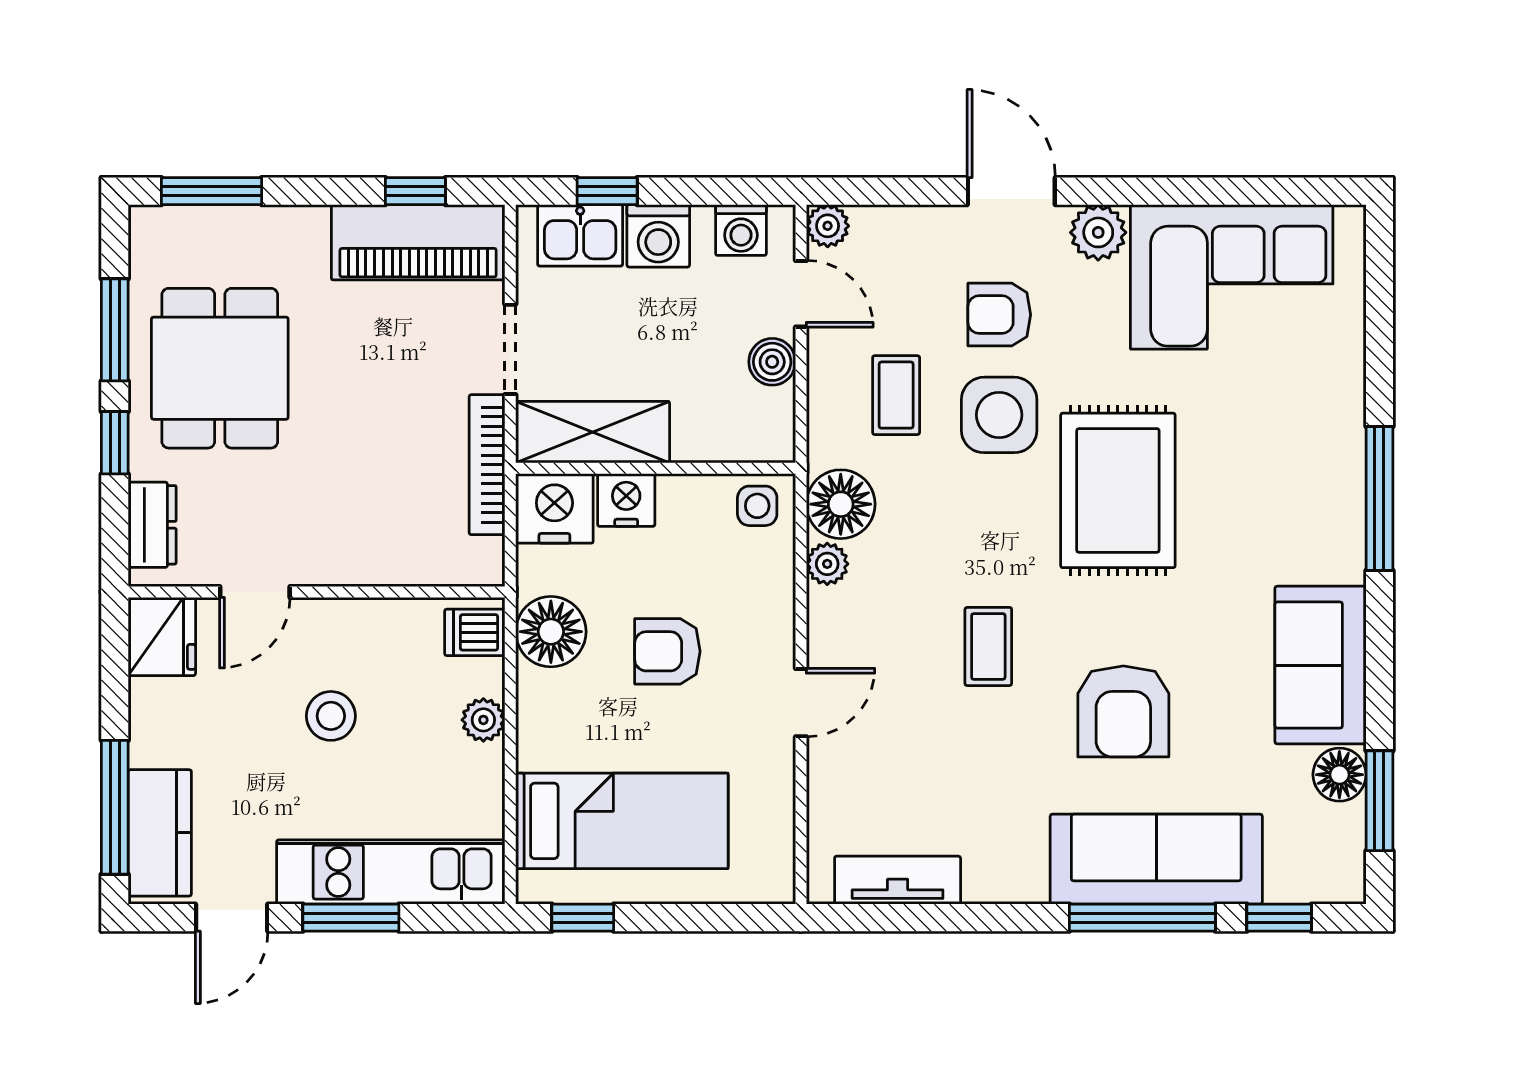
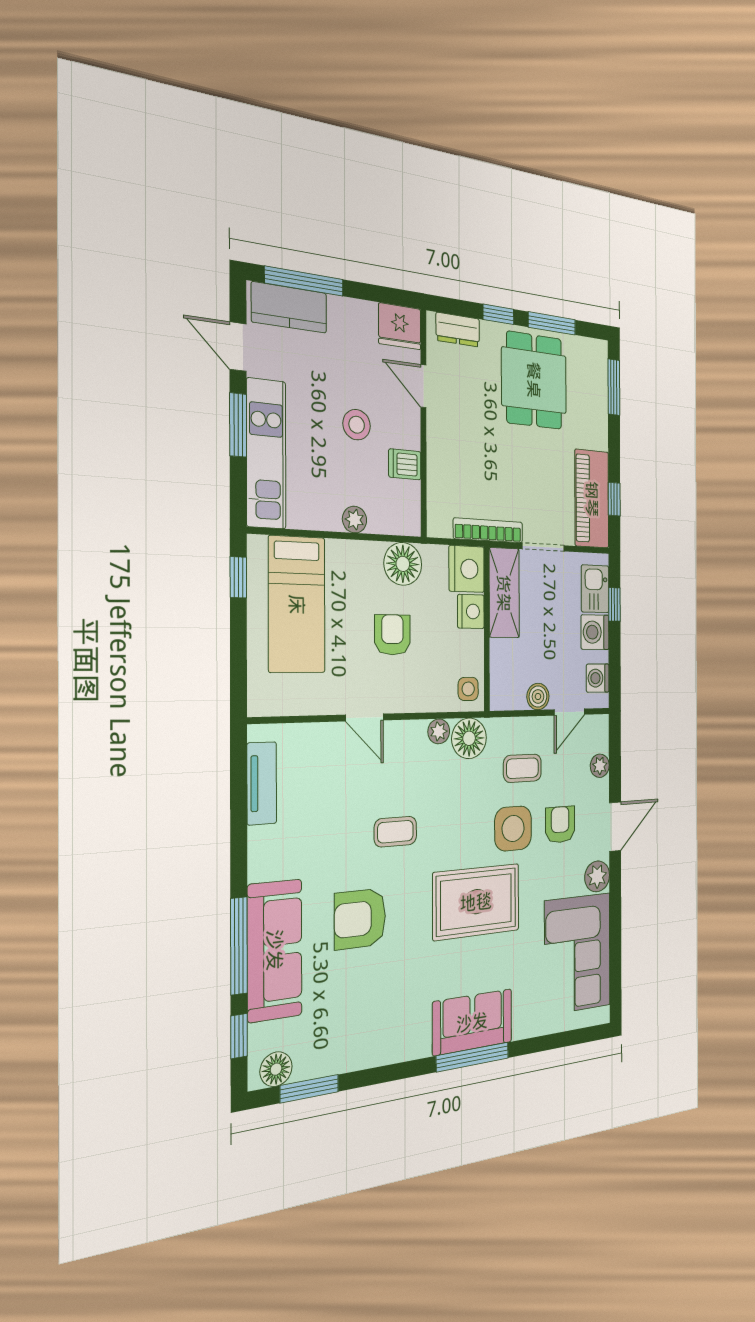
plant: (828, 226) -> (600, 766), moved
dining table: (220, 368) -> (534, 380), turned 90
dishwasher: (475, 632) -> (405, 464), moved, turned -90
sofa: (1320, 665) -> (472, 1022), moved
floor lamp: (1339, 775) -> (276, 1069), moved

